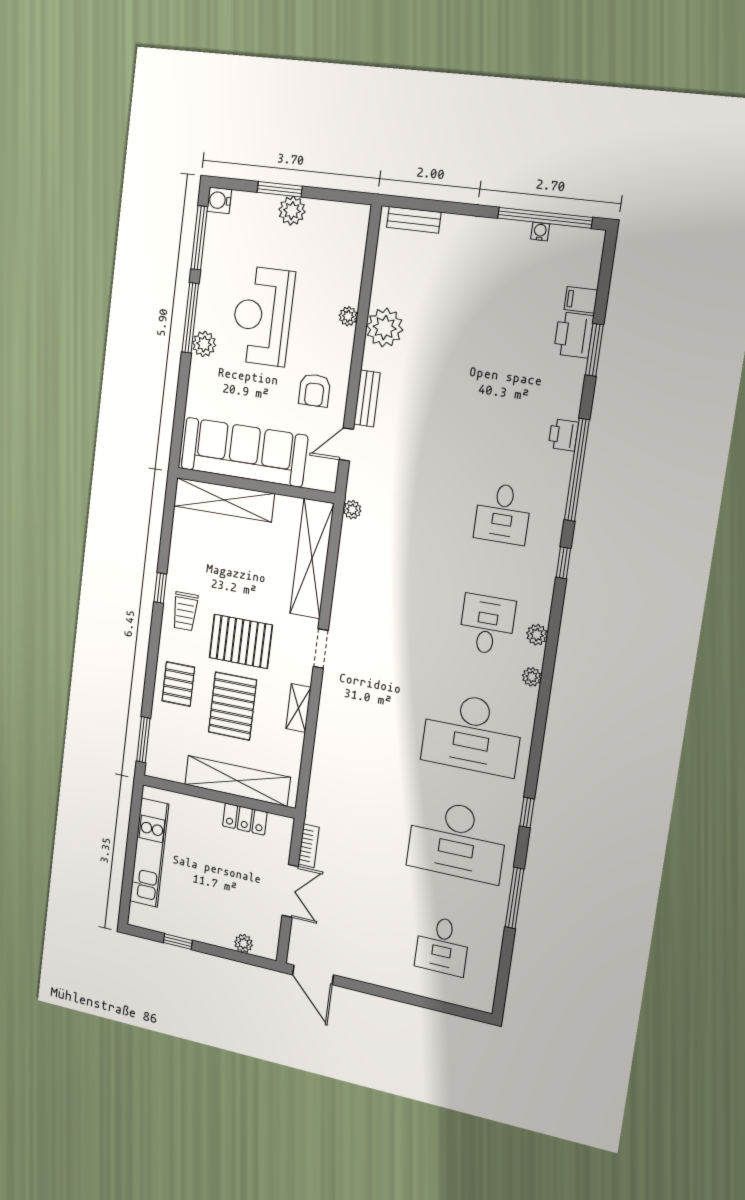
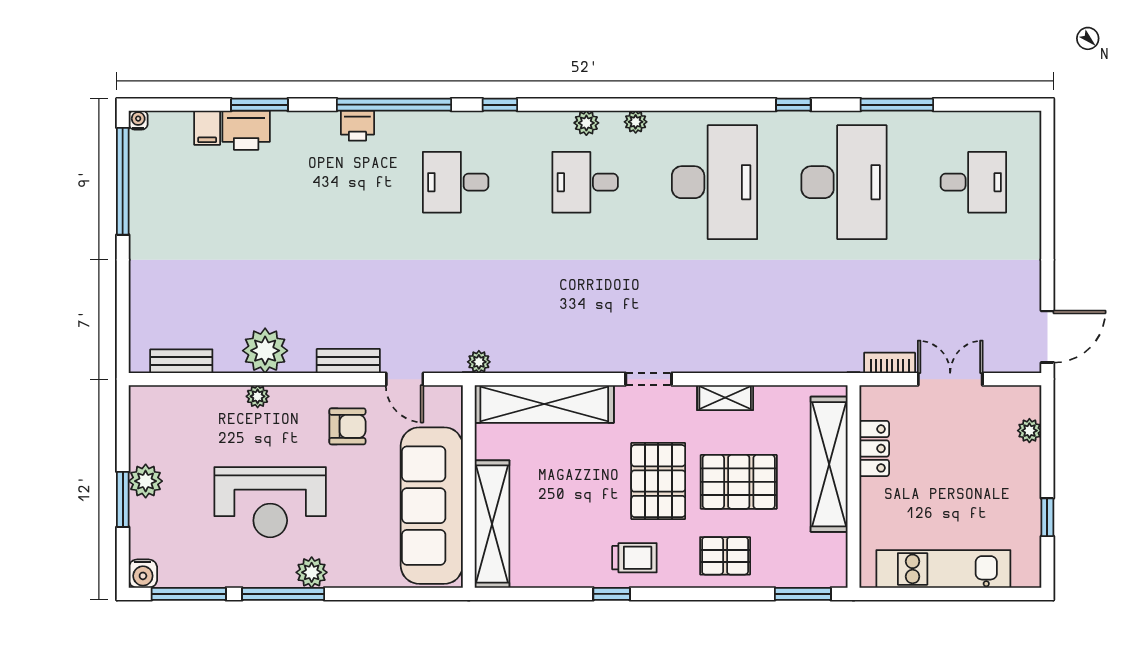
bench: (414, 220) -> (181, 361), moved, turned 90
water cooler: (540, 232) -> (138, 120), moved, turned 90
desk: (503, 514) -> (456, 182), turned 180

